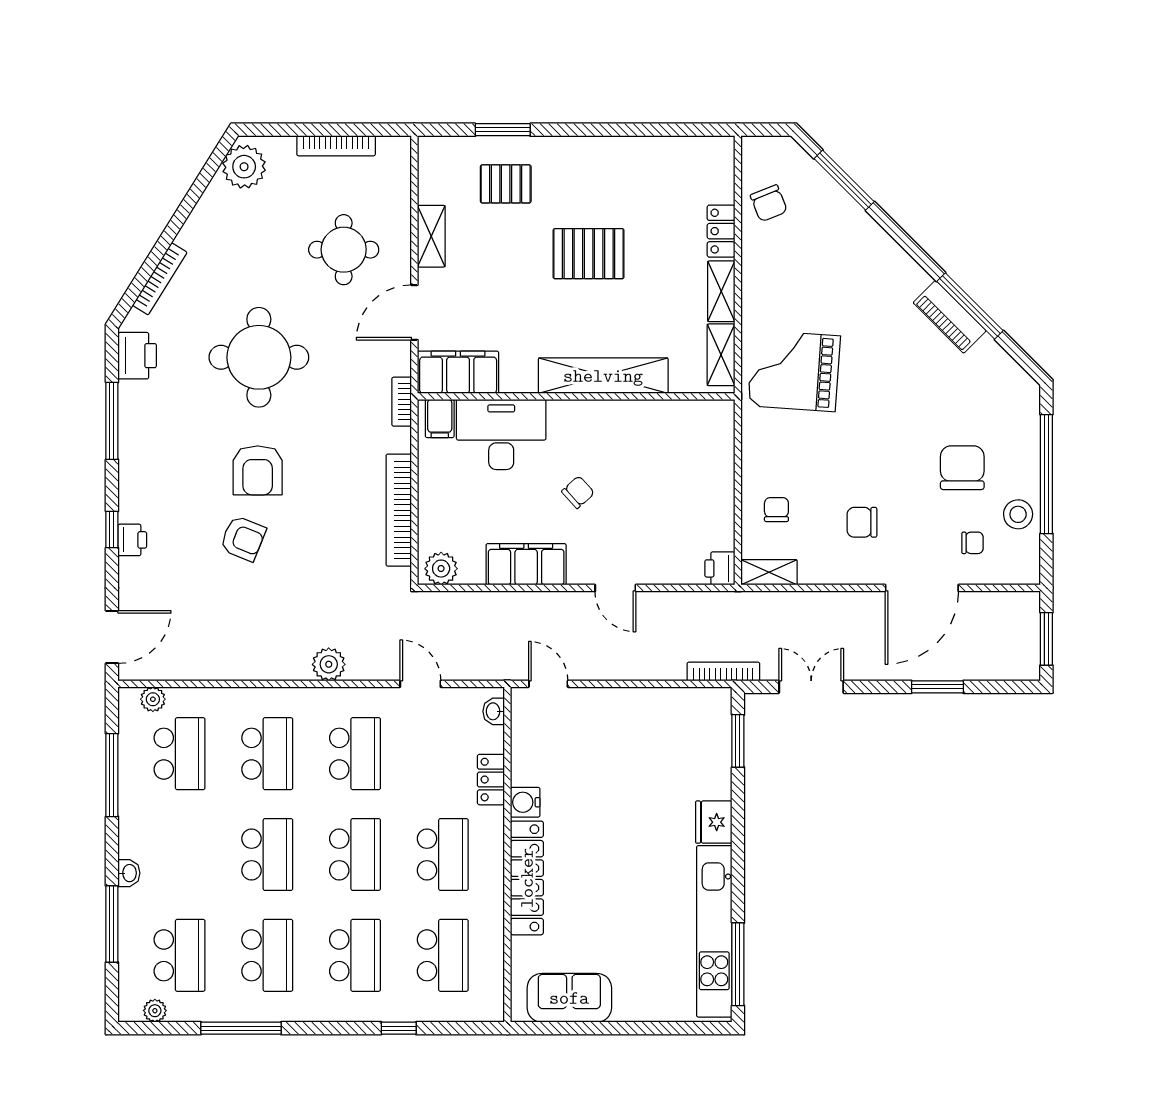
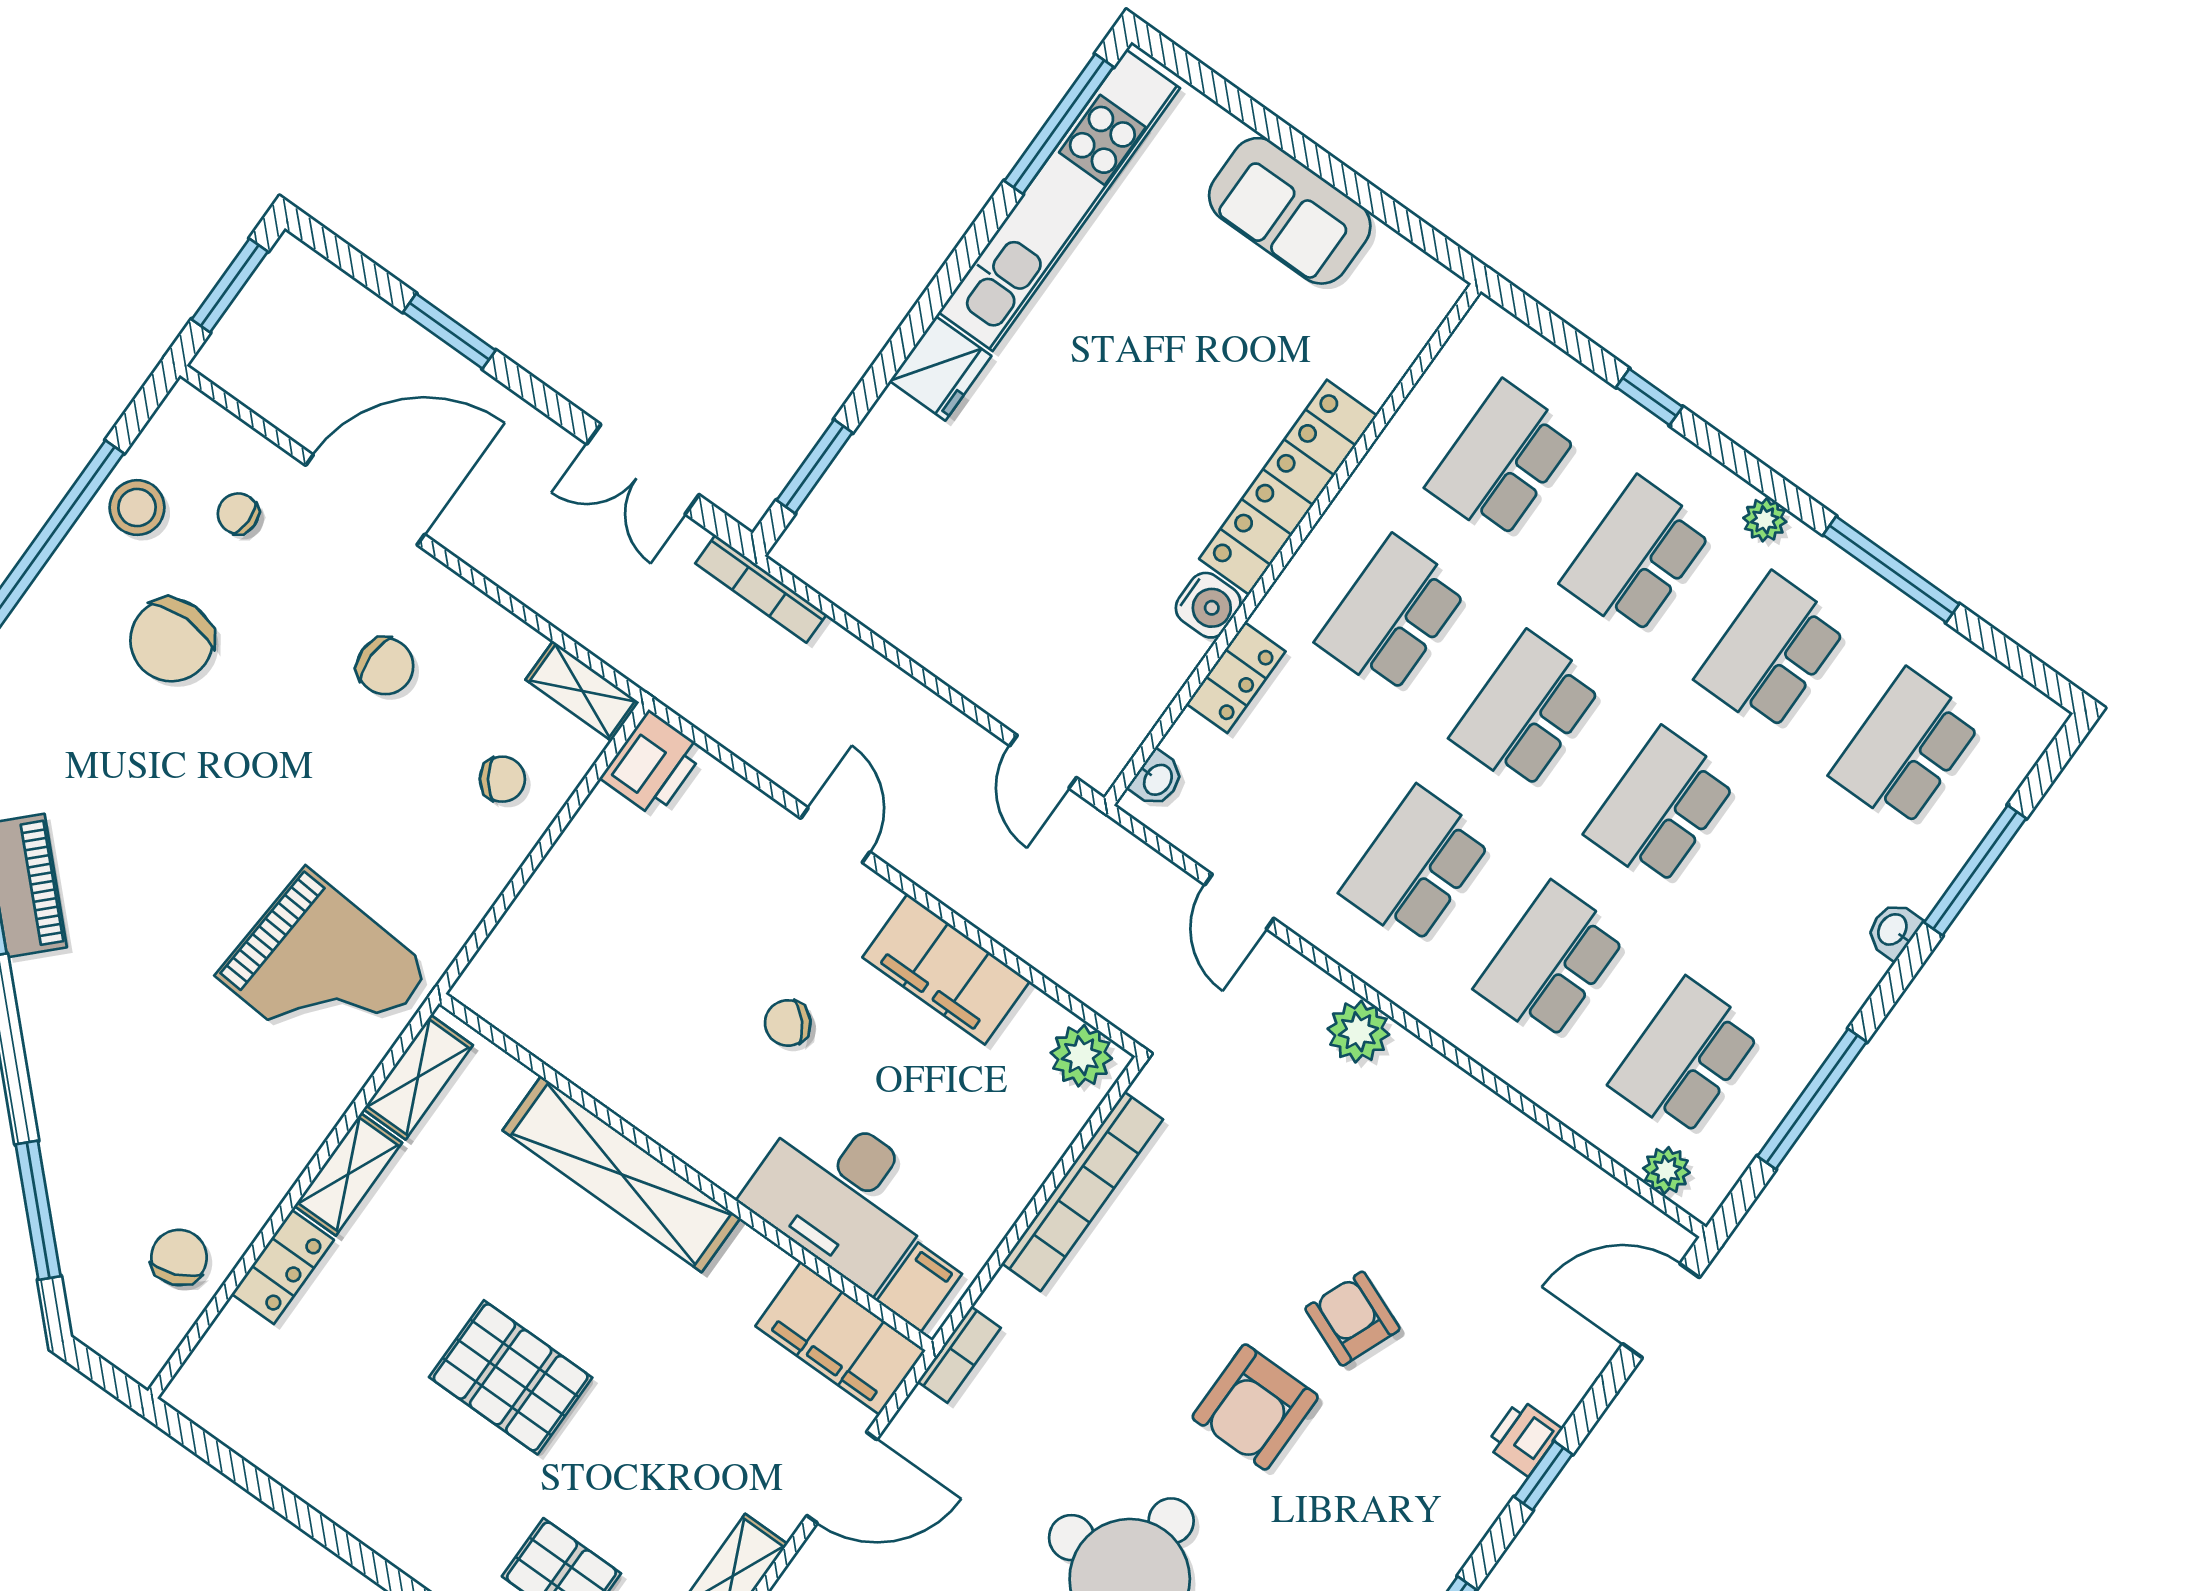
armchair: (258, 470) -> (1255, 1407), turned 180
chair: (776, 510) -> (502, 779), turned -125
printer: (720, 568) -> (652, 764), width x1.36, depth x1.24
sofa: (569, 998) -> (1290, 211), moved
plant: (155, 1011) -> (1765, 520), moved

